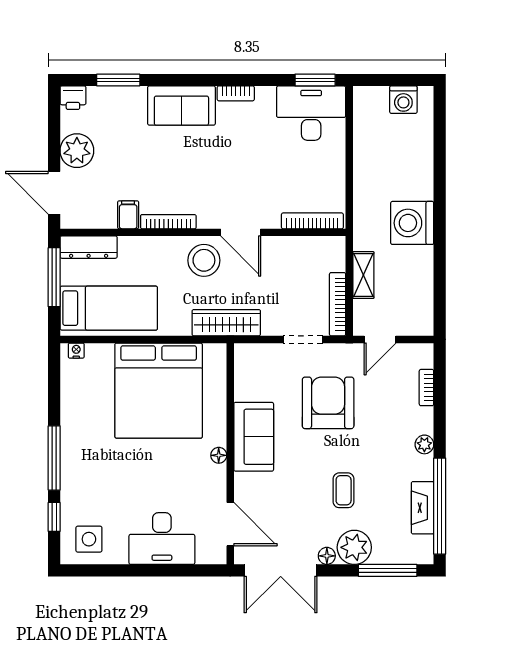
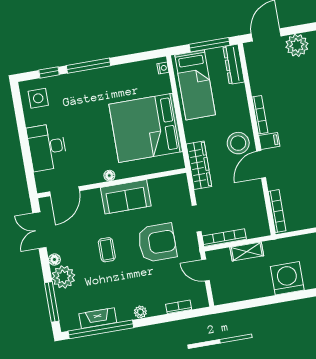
filing cabinet: (128, 215) -> (269, 141), moved
coffee table: (344, 490) -> (107, 250), moved, turned 90
double door: (281, 570) -> (39, 230), width x0.73

